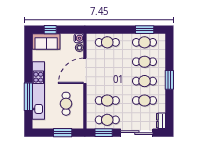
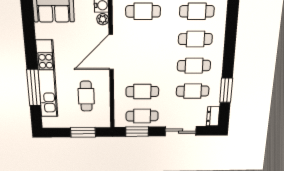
window: (169, 80) -> (226, 90), moved
sliding door: (137, 133) -> (181, 131), width x0.73

